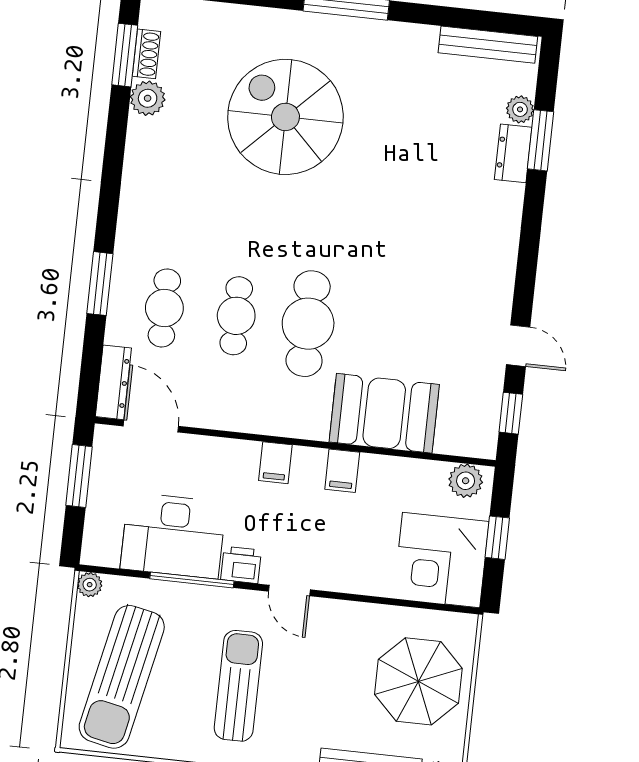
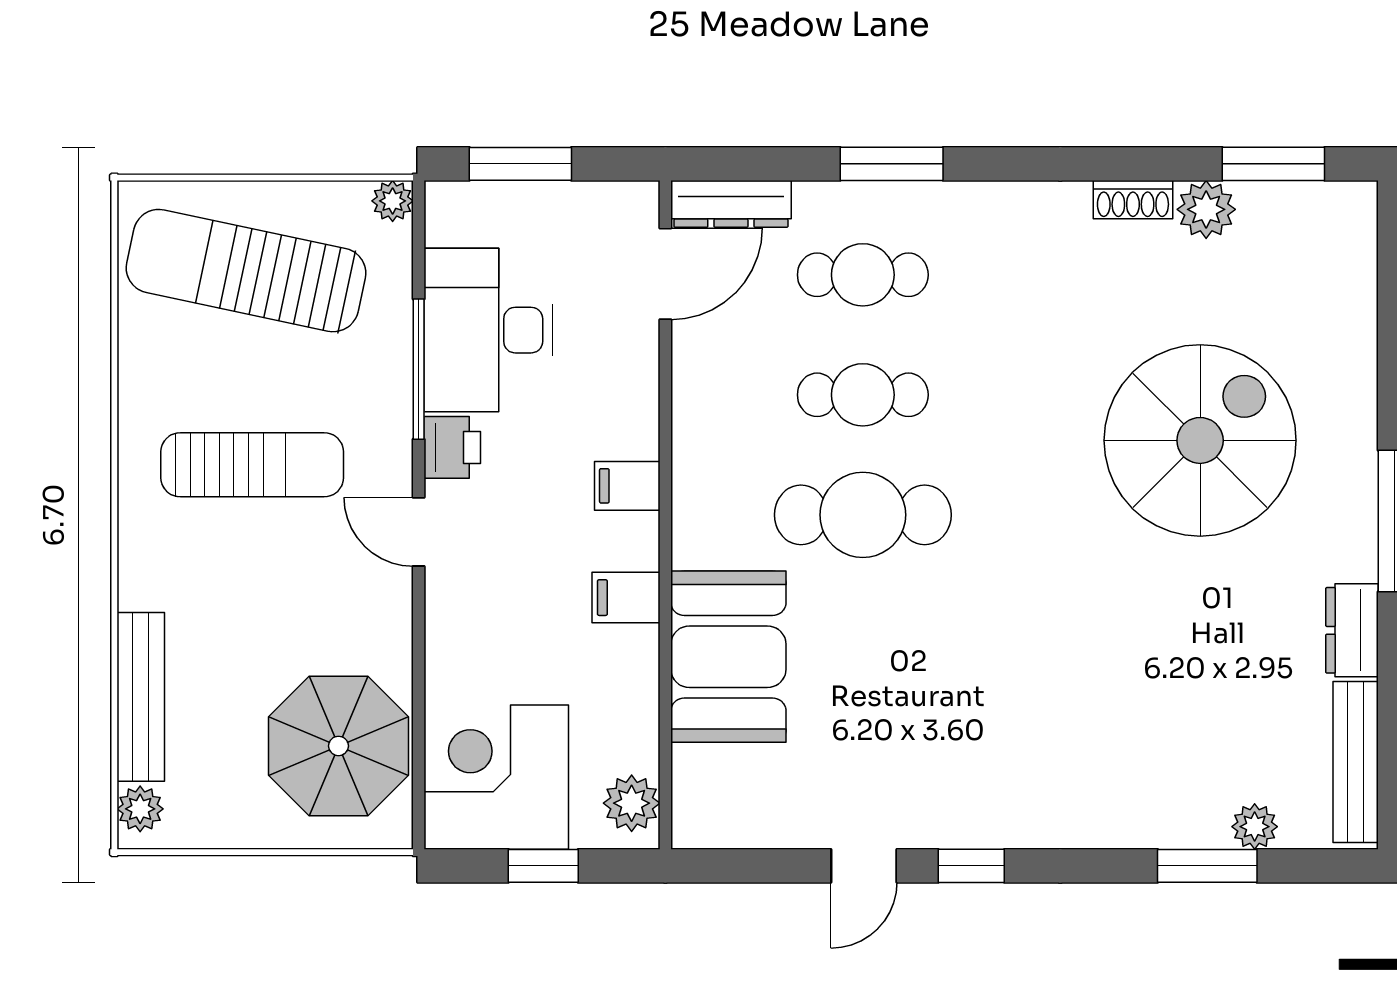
shoe rack: (146, 54) -> (1133, 200), moved
dresser: (513, 153) -> (1352, 630), moved, turned -90
window: (511, 413) -> (971, 866), moved
window: (79, 476) -> (520, 164), moved
door: (289, 591) -> (419, 532), hinge flipped
parasol: (418, 681) -> (338, 746), moved

